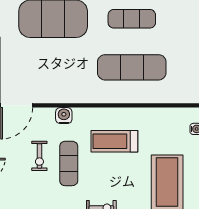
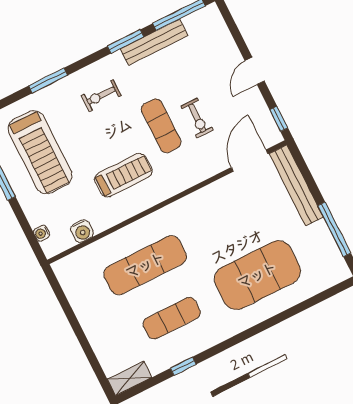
water cooler: (64, 116) -> (82, 231), moved
exercise bike: (39, 156) -> (197, 118), turned 180

